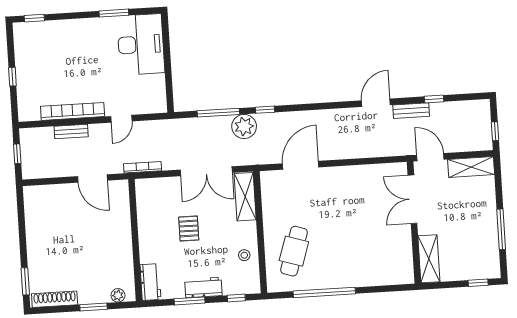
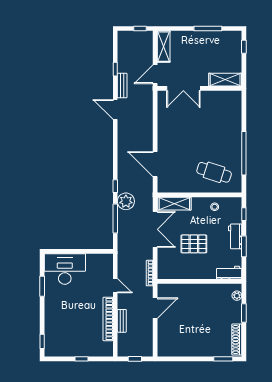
pallet: (189, 228) -> (194, 244), width x1.50, depth x1.42

